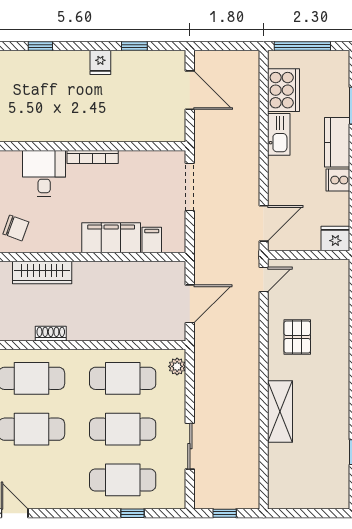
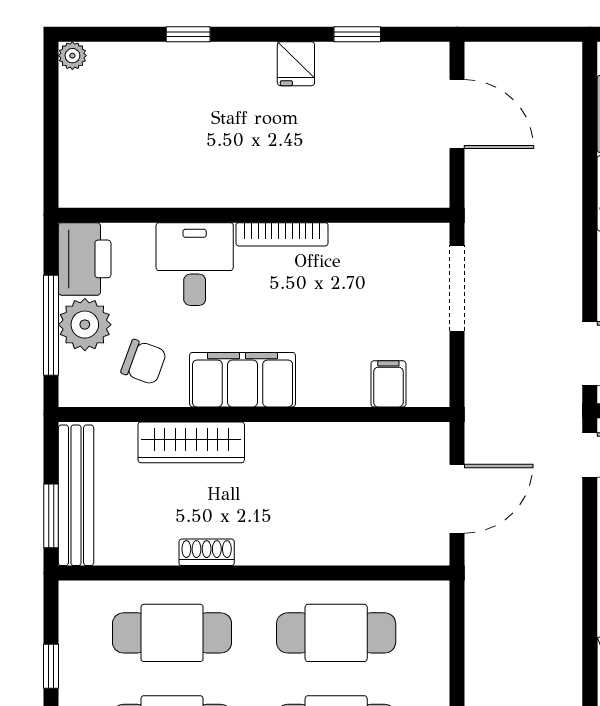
filing cabinet: (111, 238) -> (243, 380), moved
plant: (177, 366) -> (434, 612), removed

